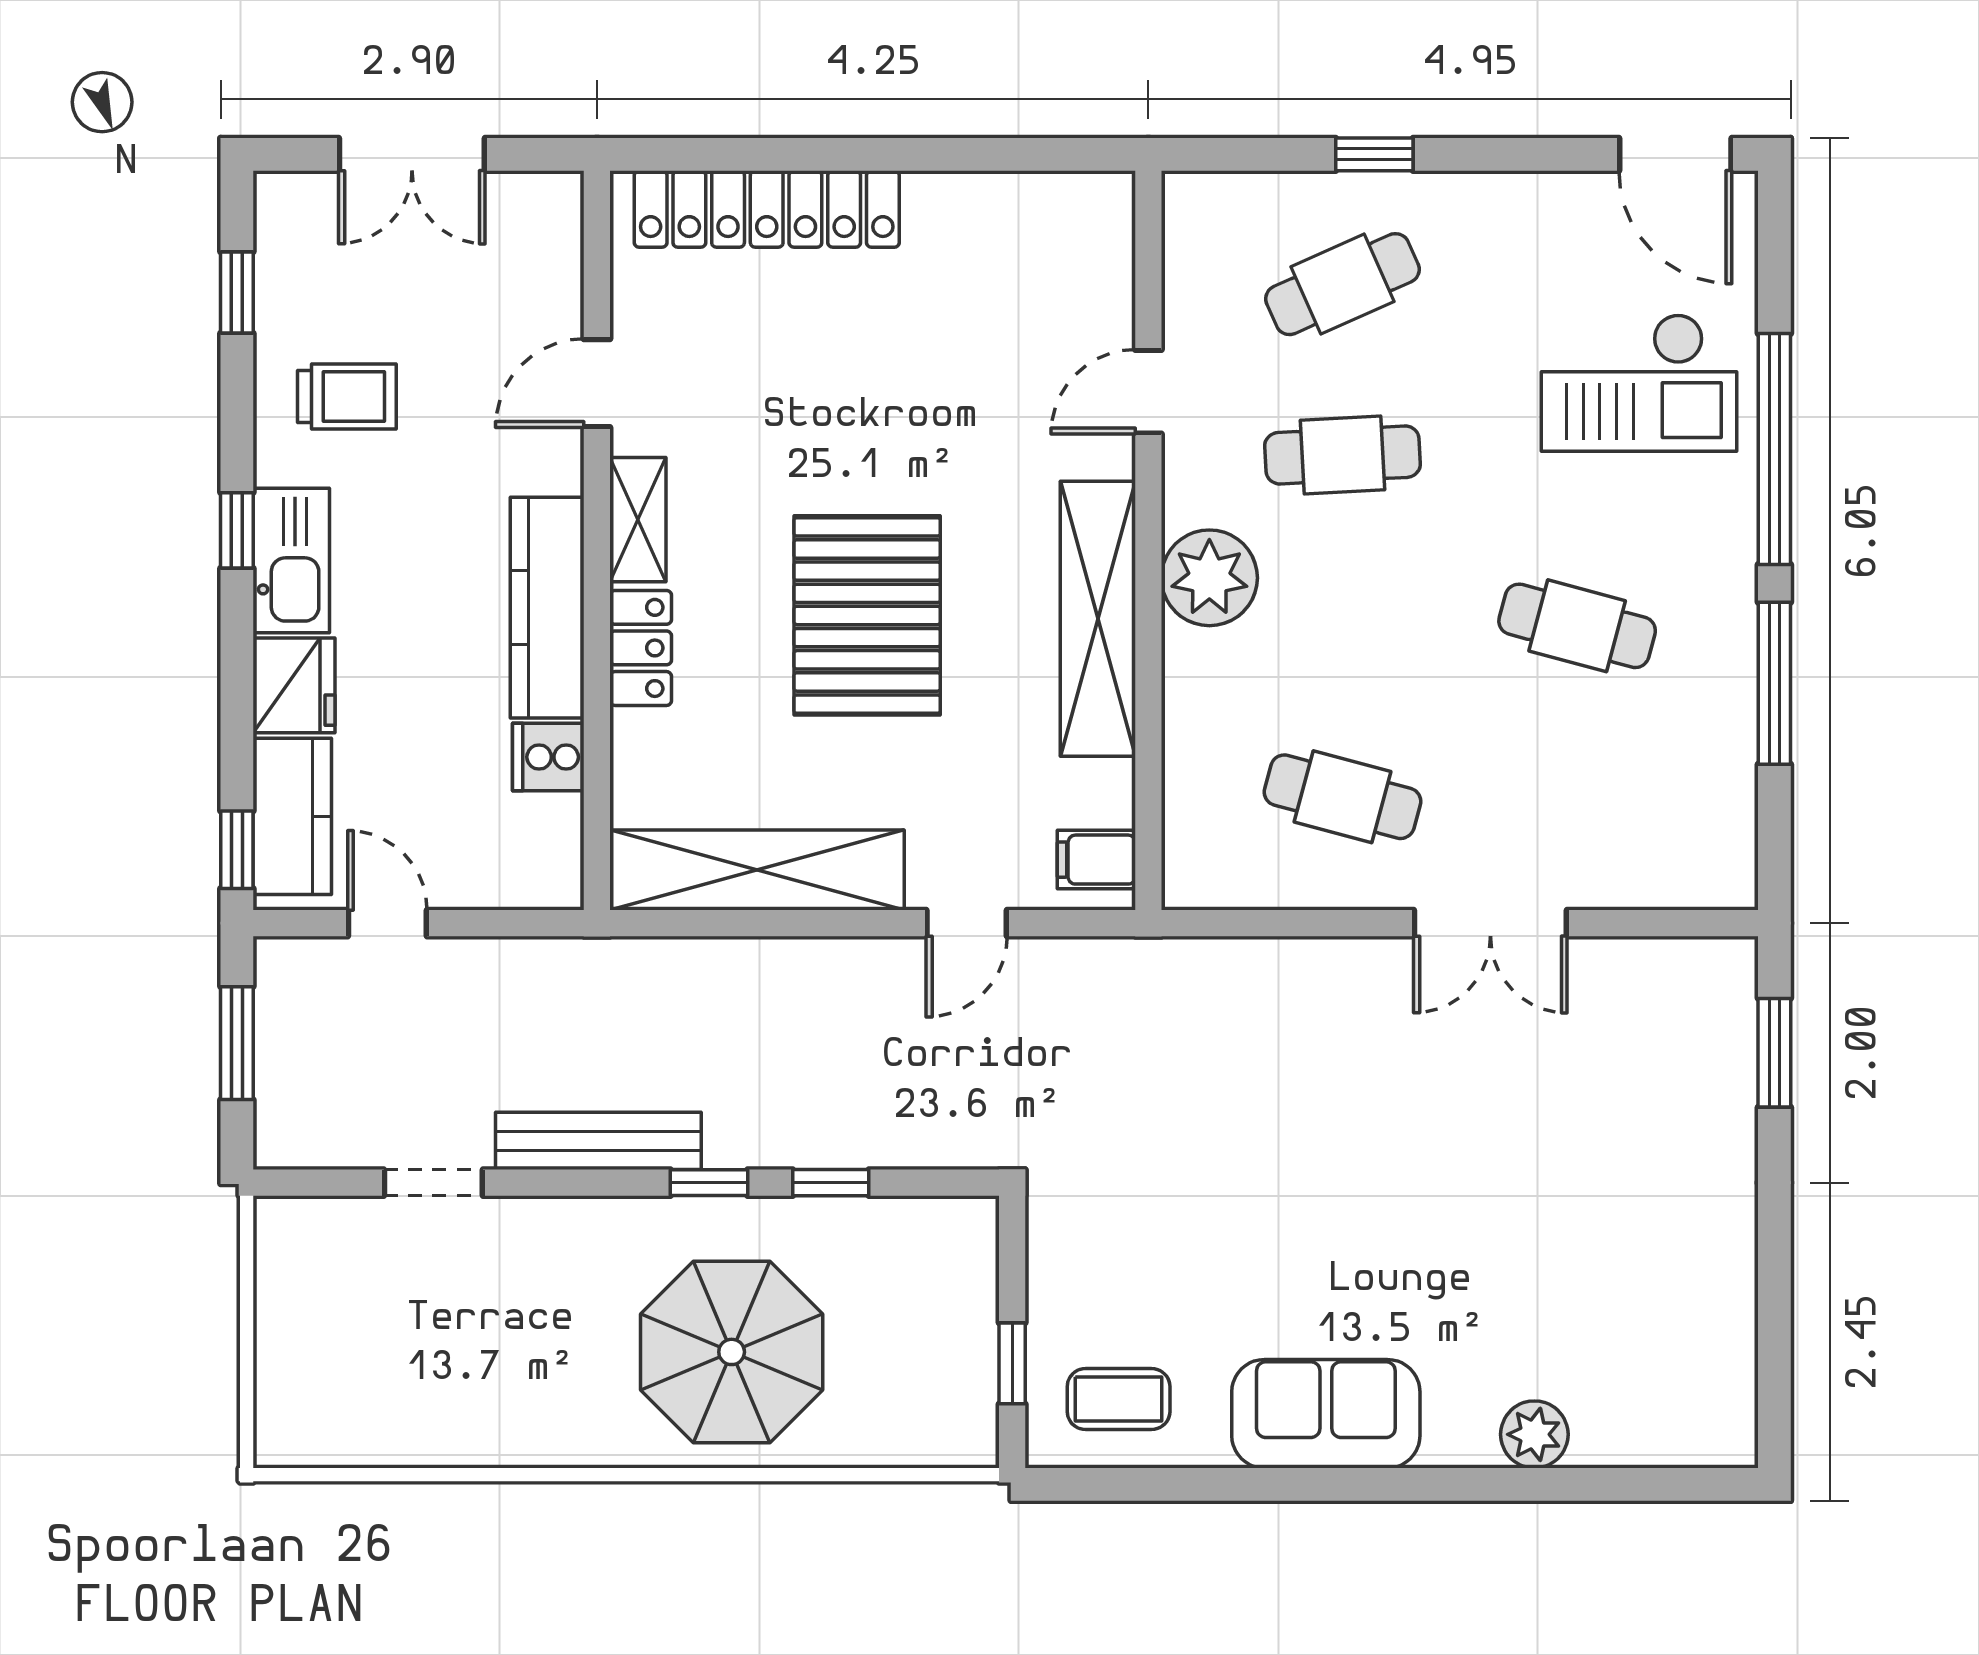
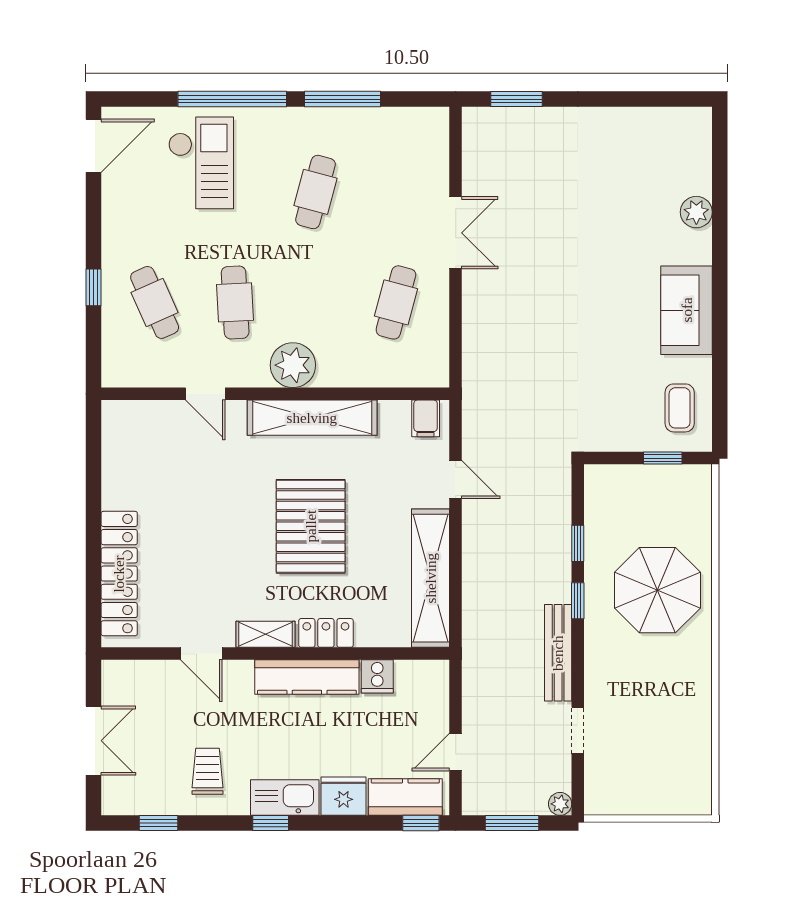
pallet: (867, 615) -> (311, 526), turned 90
plant: (278, 1145) -> (560, 804), added

